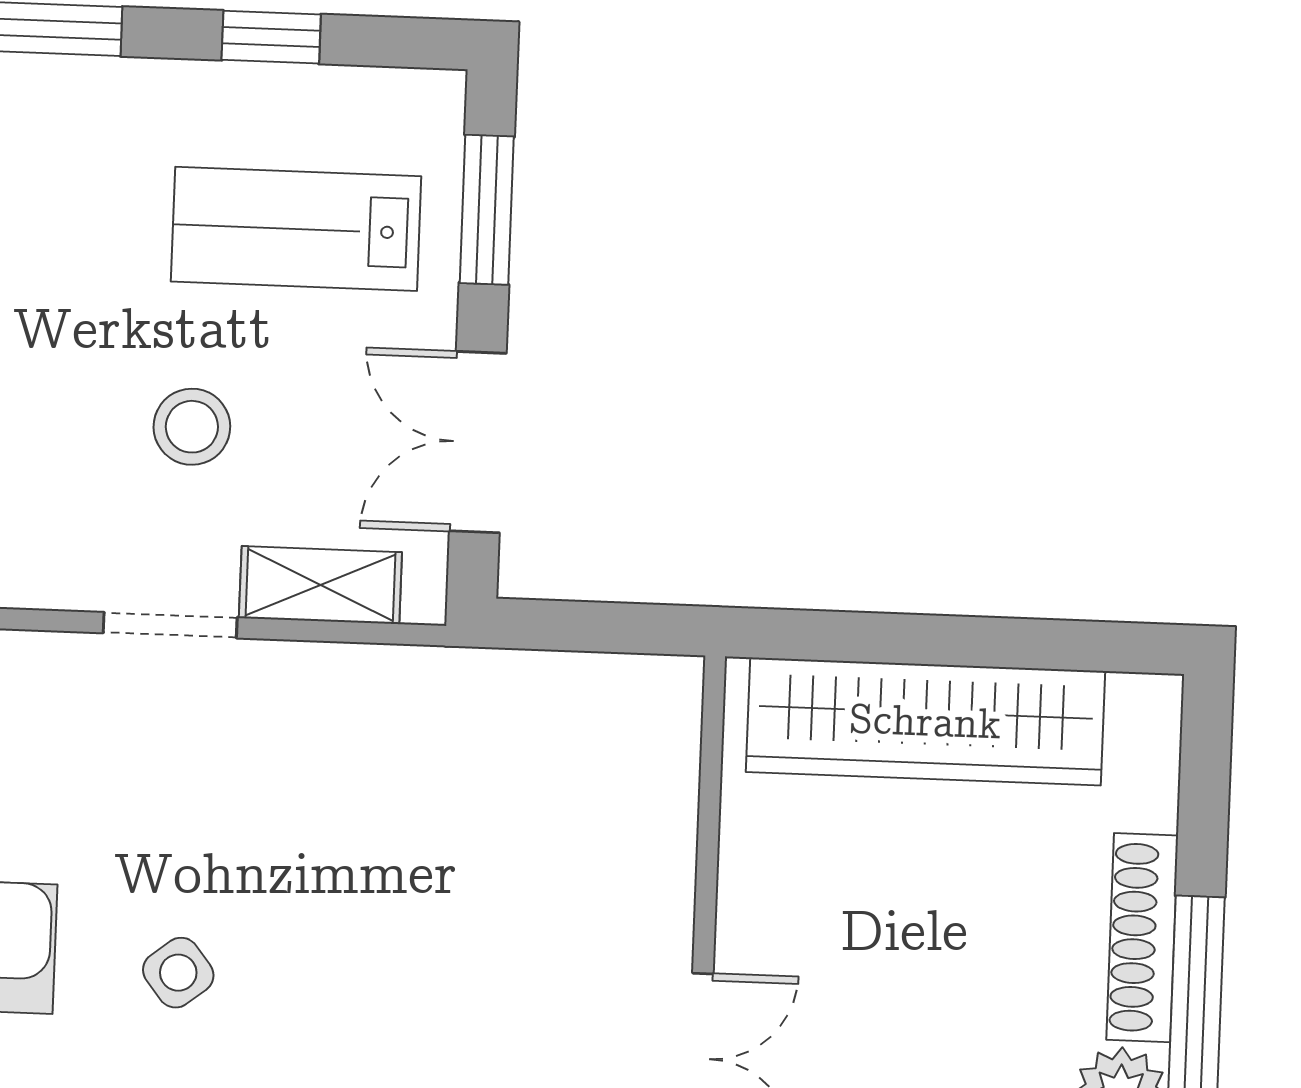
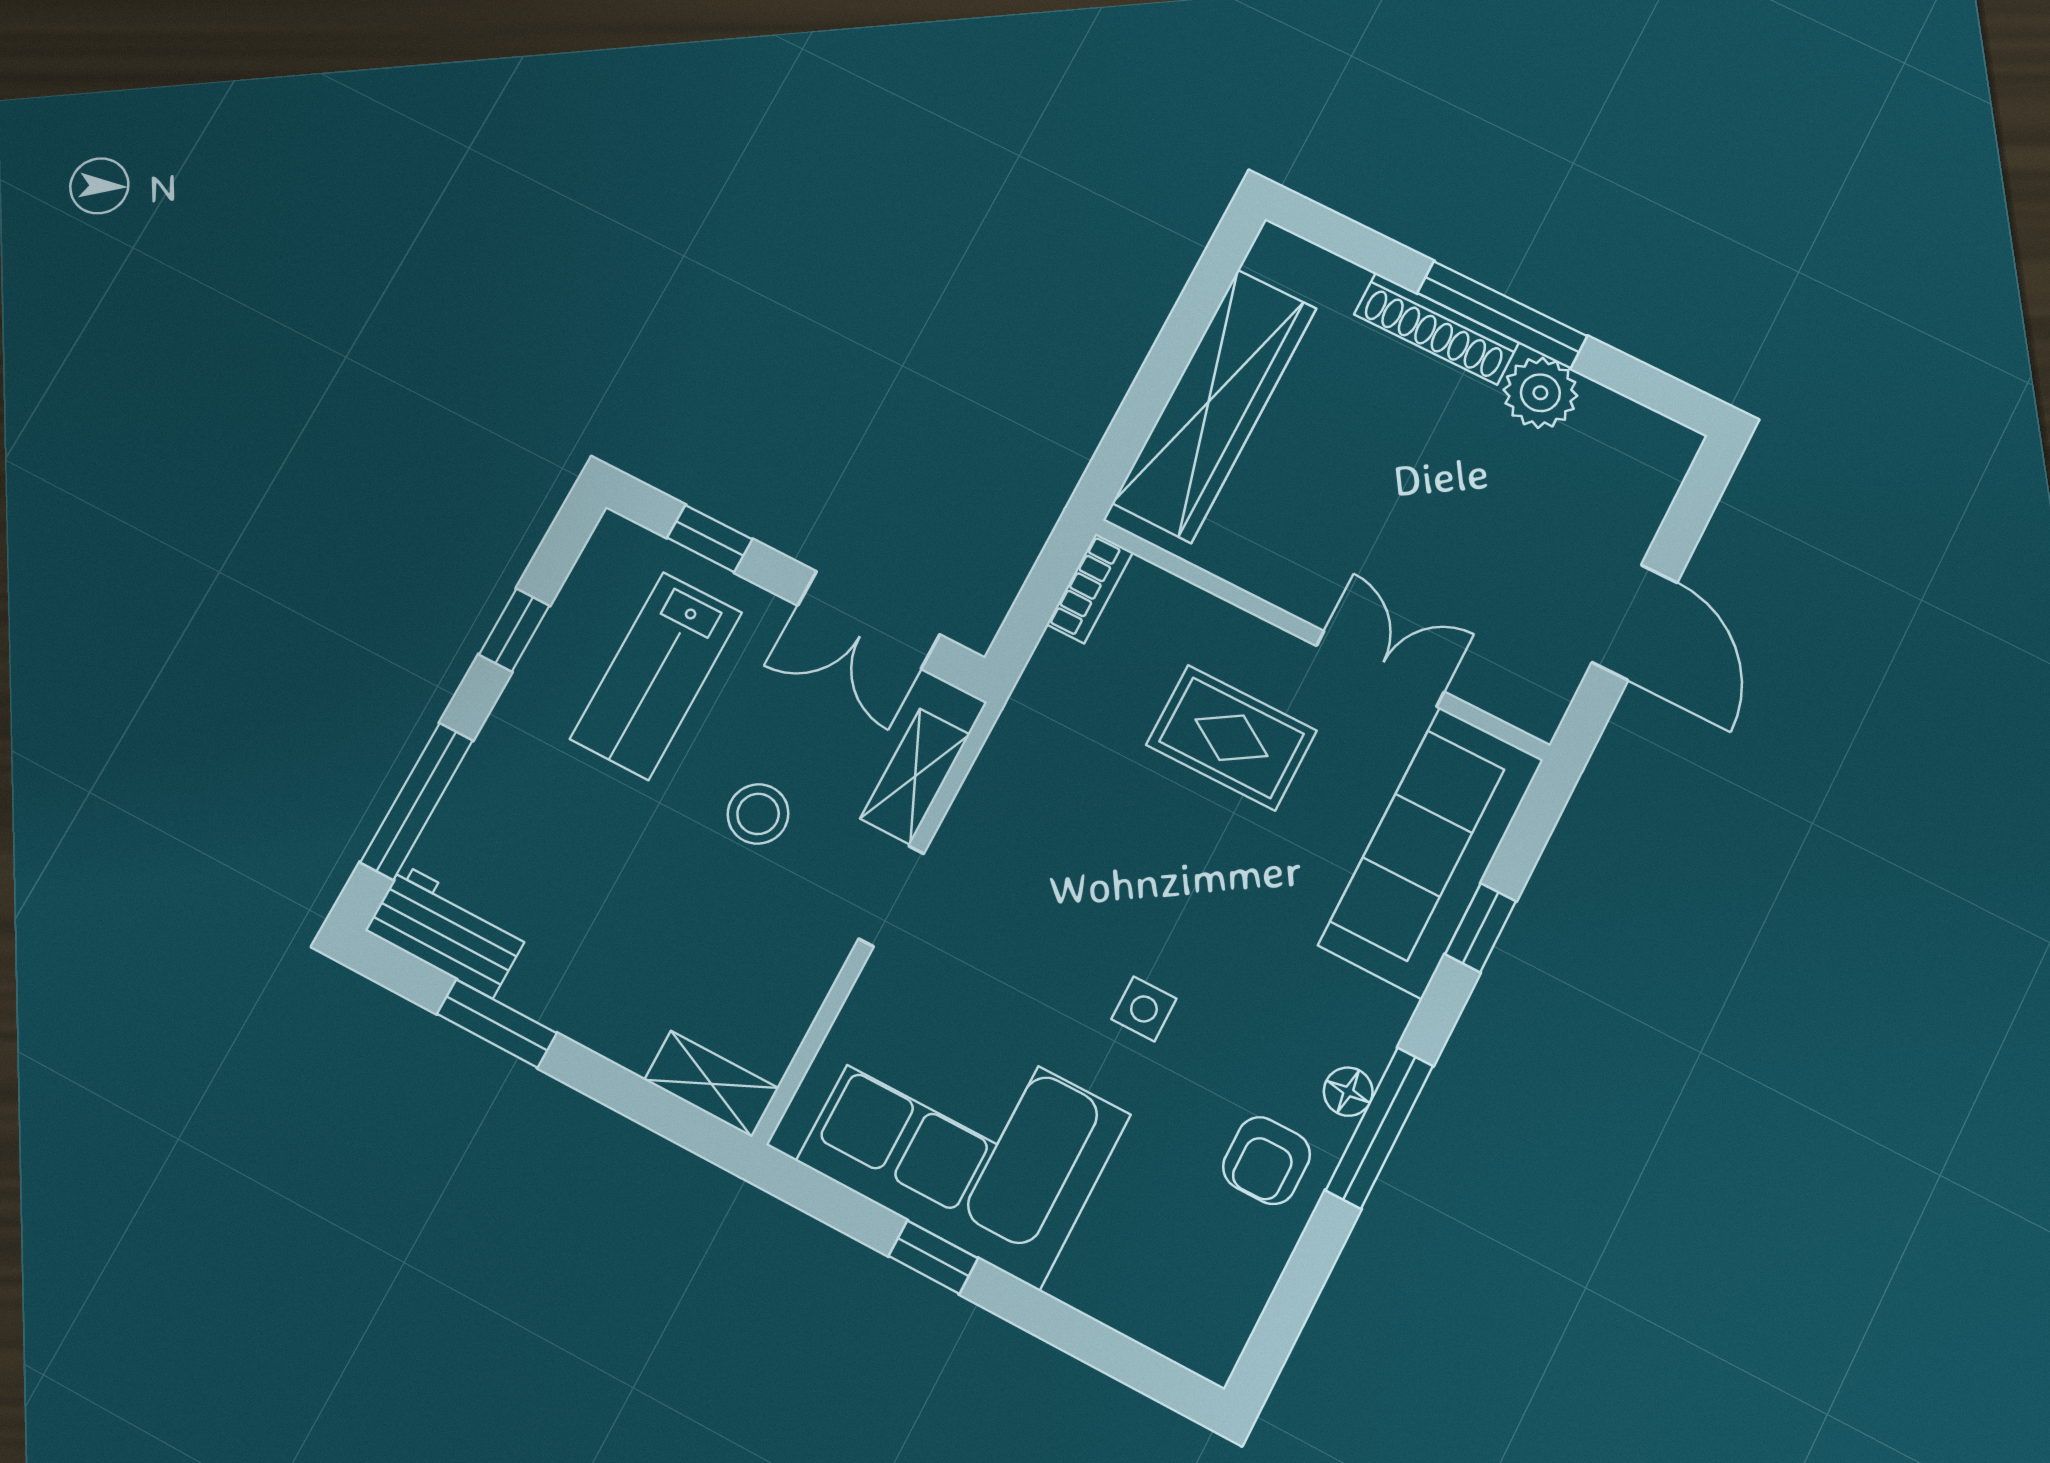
window: (487, 210) -> (710, 538), width x0.67
bookcase: (637, 680) -> (1090, 588), added
rug: (538, 926) -> (1231, 738), added
side table: (178, 973) -> (1144, 1009), turned 38

